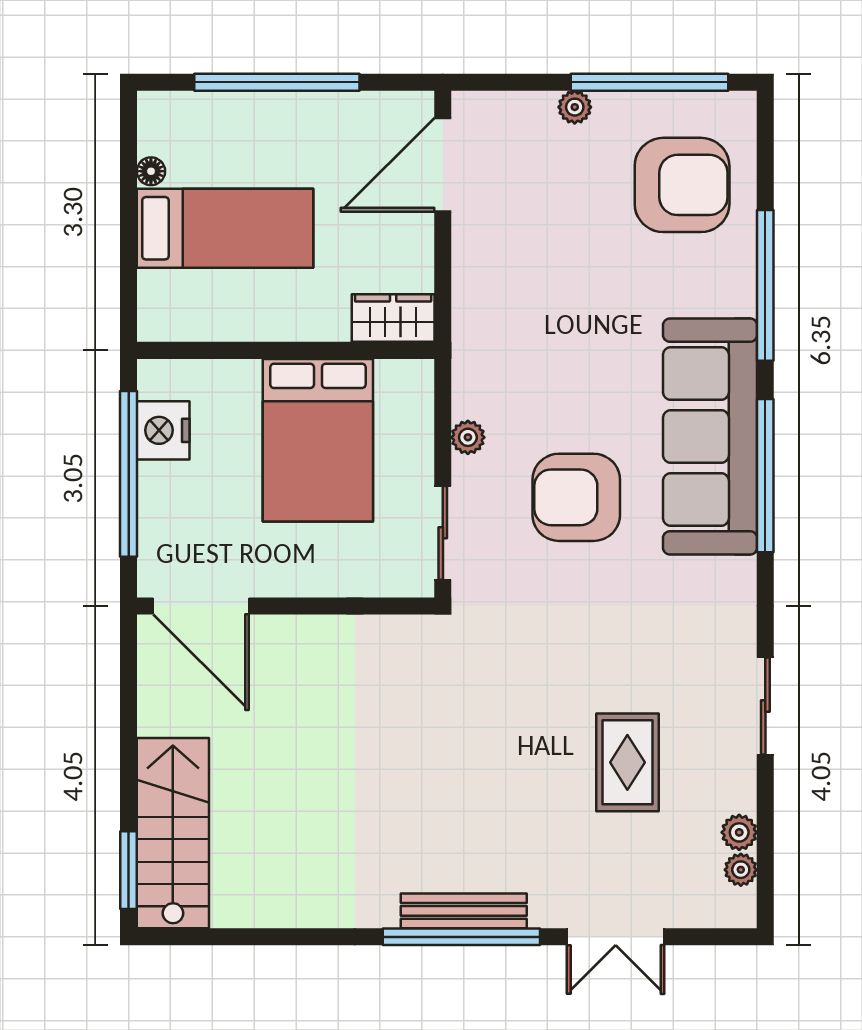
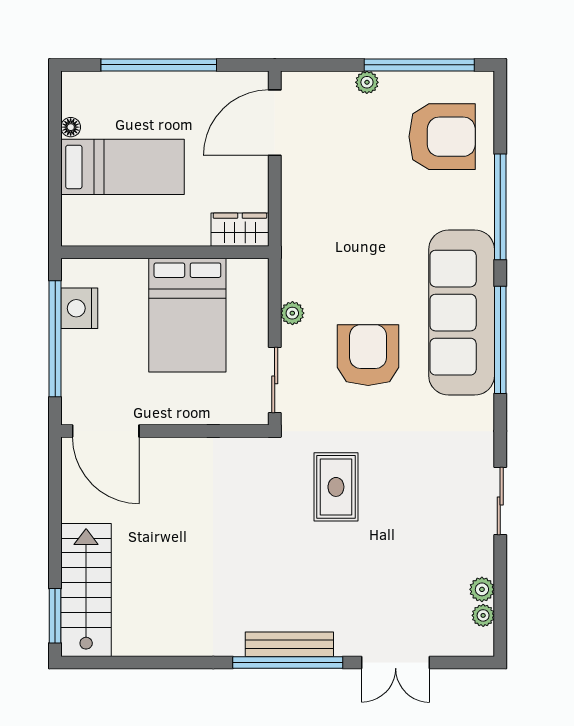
armchair: (576, 497) -> (368, 355), turned 90
rug: (627, 762) -> (336, 487), moved

